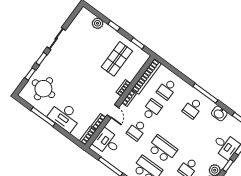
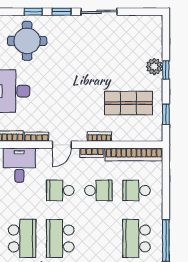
plant: (98, 23) -> (154, 67), moved
school desk: (193, 108) -> (137, 238), width x1.85
school desk: (162, 149) -> (60, 238), turned 180

